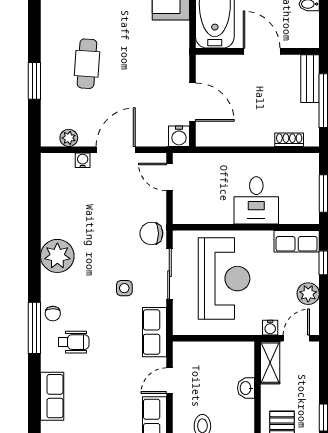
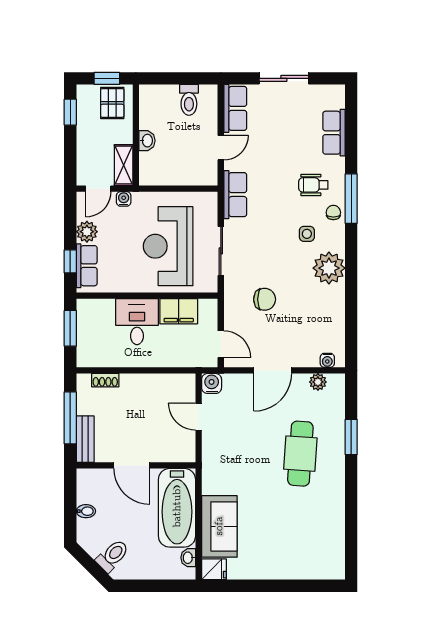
cafe table: (87, 64) -> (300, 454), width x1.37, depth x1.35
door: (192, 102) -> (199, 417), width x0.73
water cooler: (83, 160) -> (327, 360), moved
filing cabinet: (213, 211) -> (179, 311), added
chair: (151, 233) -> (265, 299), moved
row of seats: (297, 241) -> (87, 266), moved, turned 90
side table: (124, 288) -> (307, 234), moved

